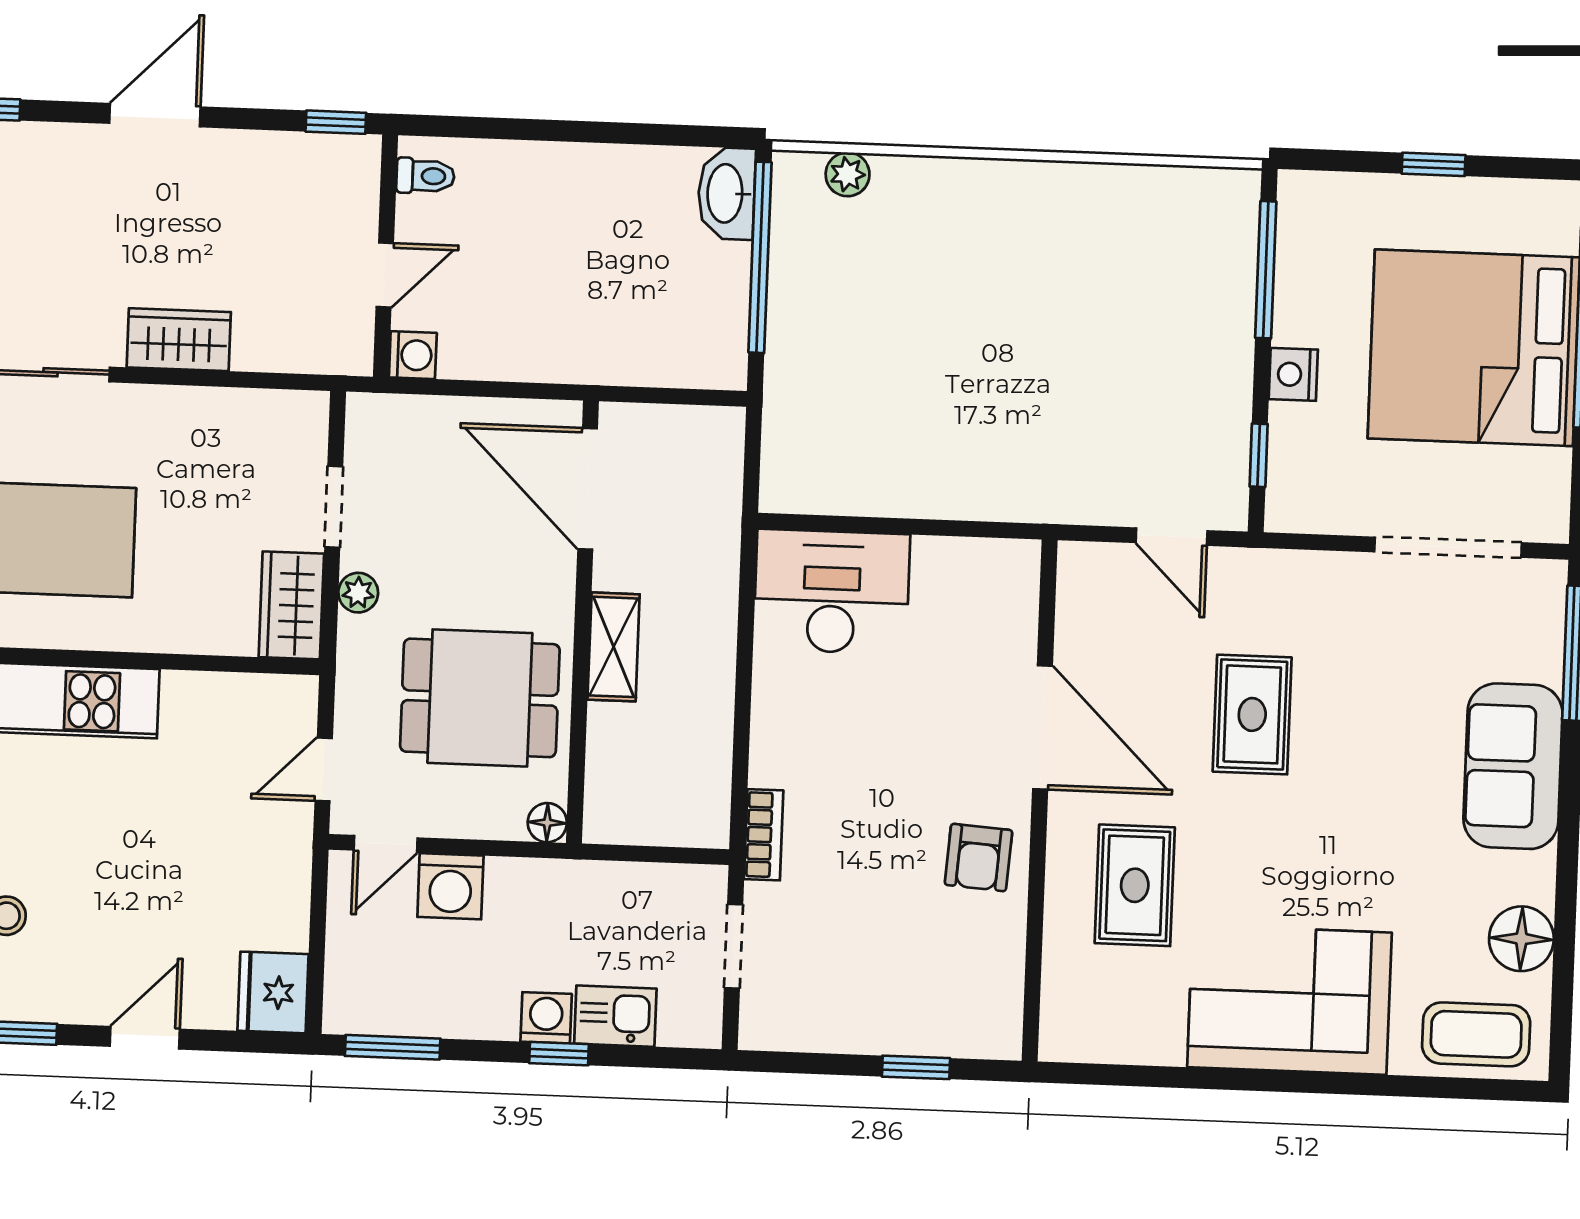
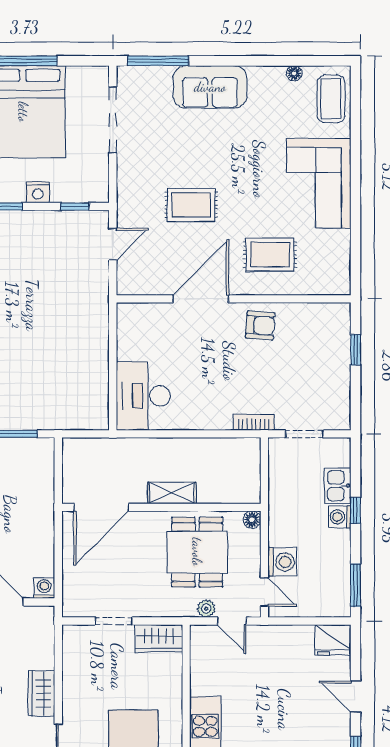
plant: (358, 593) -> (206, 609), moved
floor lamp: (1521, 939) -> (294, 73), width x0.53, depth x0.53

